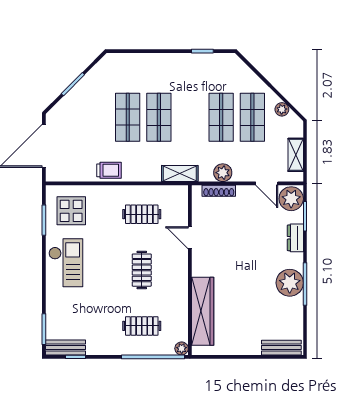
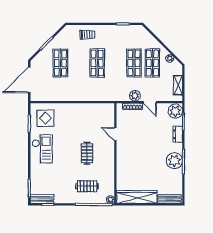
shop shelf: (128, 117) -> (60, 63), moved
trolley: (109, 170) -> (87, 35), moved
shelving: (180, 173) -> (109, 96), removed
door: (267, 183) -> (150, 102), moved
clothes rail: (142, 214) -> (87, 120), removed
wardrobe: (203, 311) -> (137, 197), moved, turned -90

